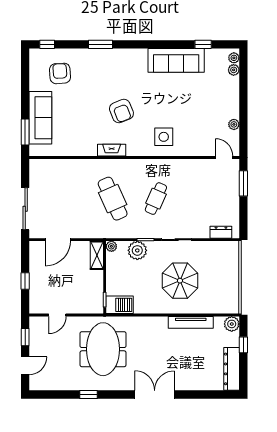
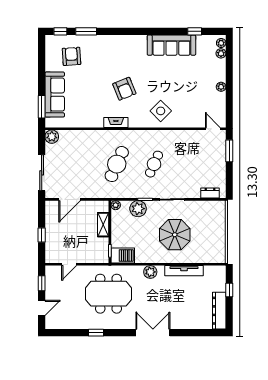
window: (100, 44) -> (86, 31), moved
plant: (234, 124) -> (221, 87), moved
side table: (164, 137) -> (161, 111), turned 45
plant: (37, 167) -> (52, 137), added
cafe table: (113, 199) -> (117, 164), turned 48
shelving: (97, 255) -> (103, 225), moved
plant: (232, 324) -> (150, 272), moved
meeting table: (103, 349) -> (108, 294), turned 90

